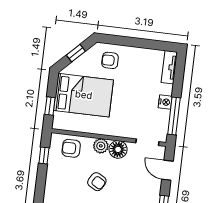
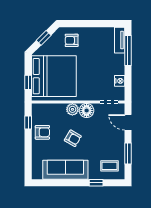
bed: (84, 95) -> (54, 76), width x1.36
nightstand: (165, 102) -> (120, 81), moved
window: (174, 116) -> (128, 51), moved
armchair: (71, 148) -> (42, 132), moved, turned 180

